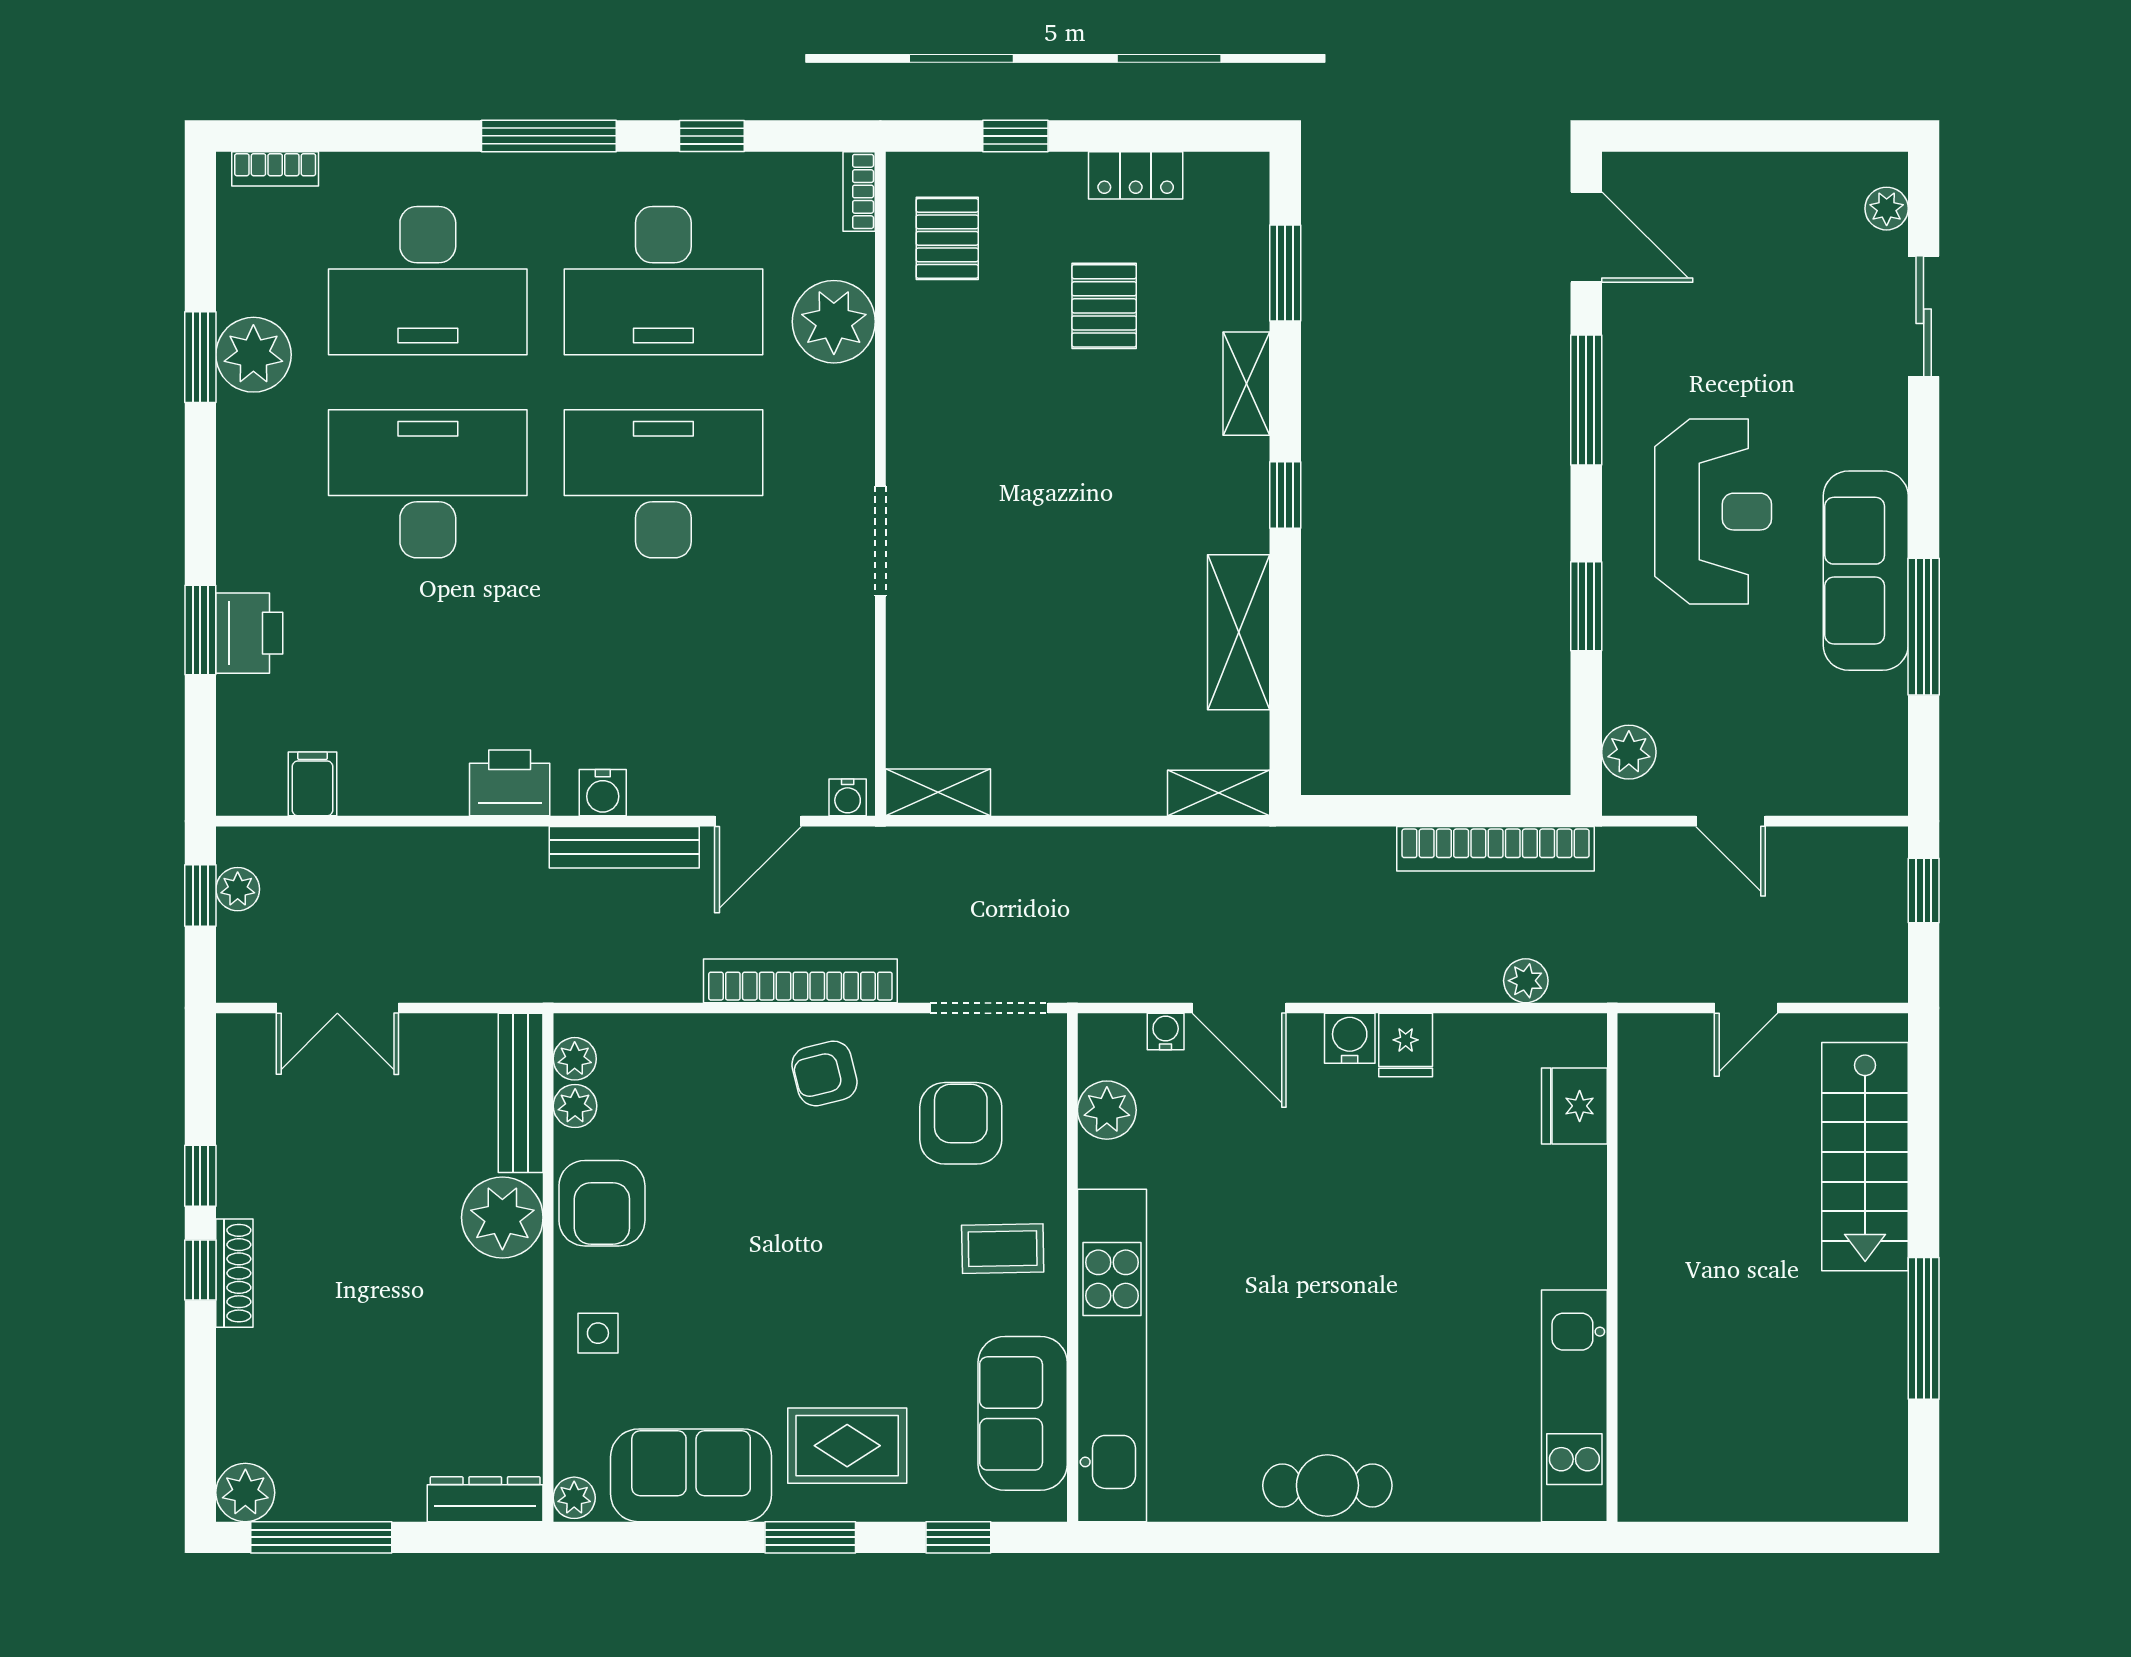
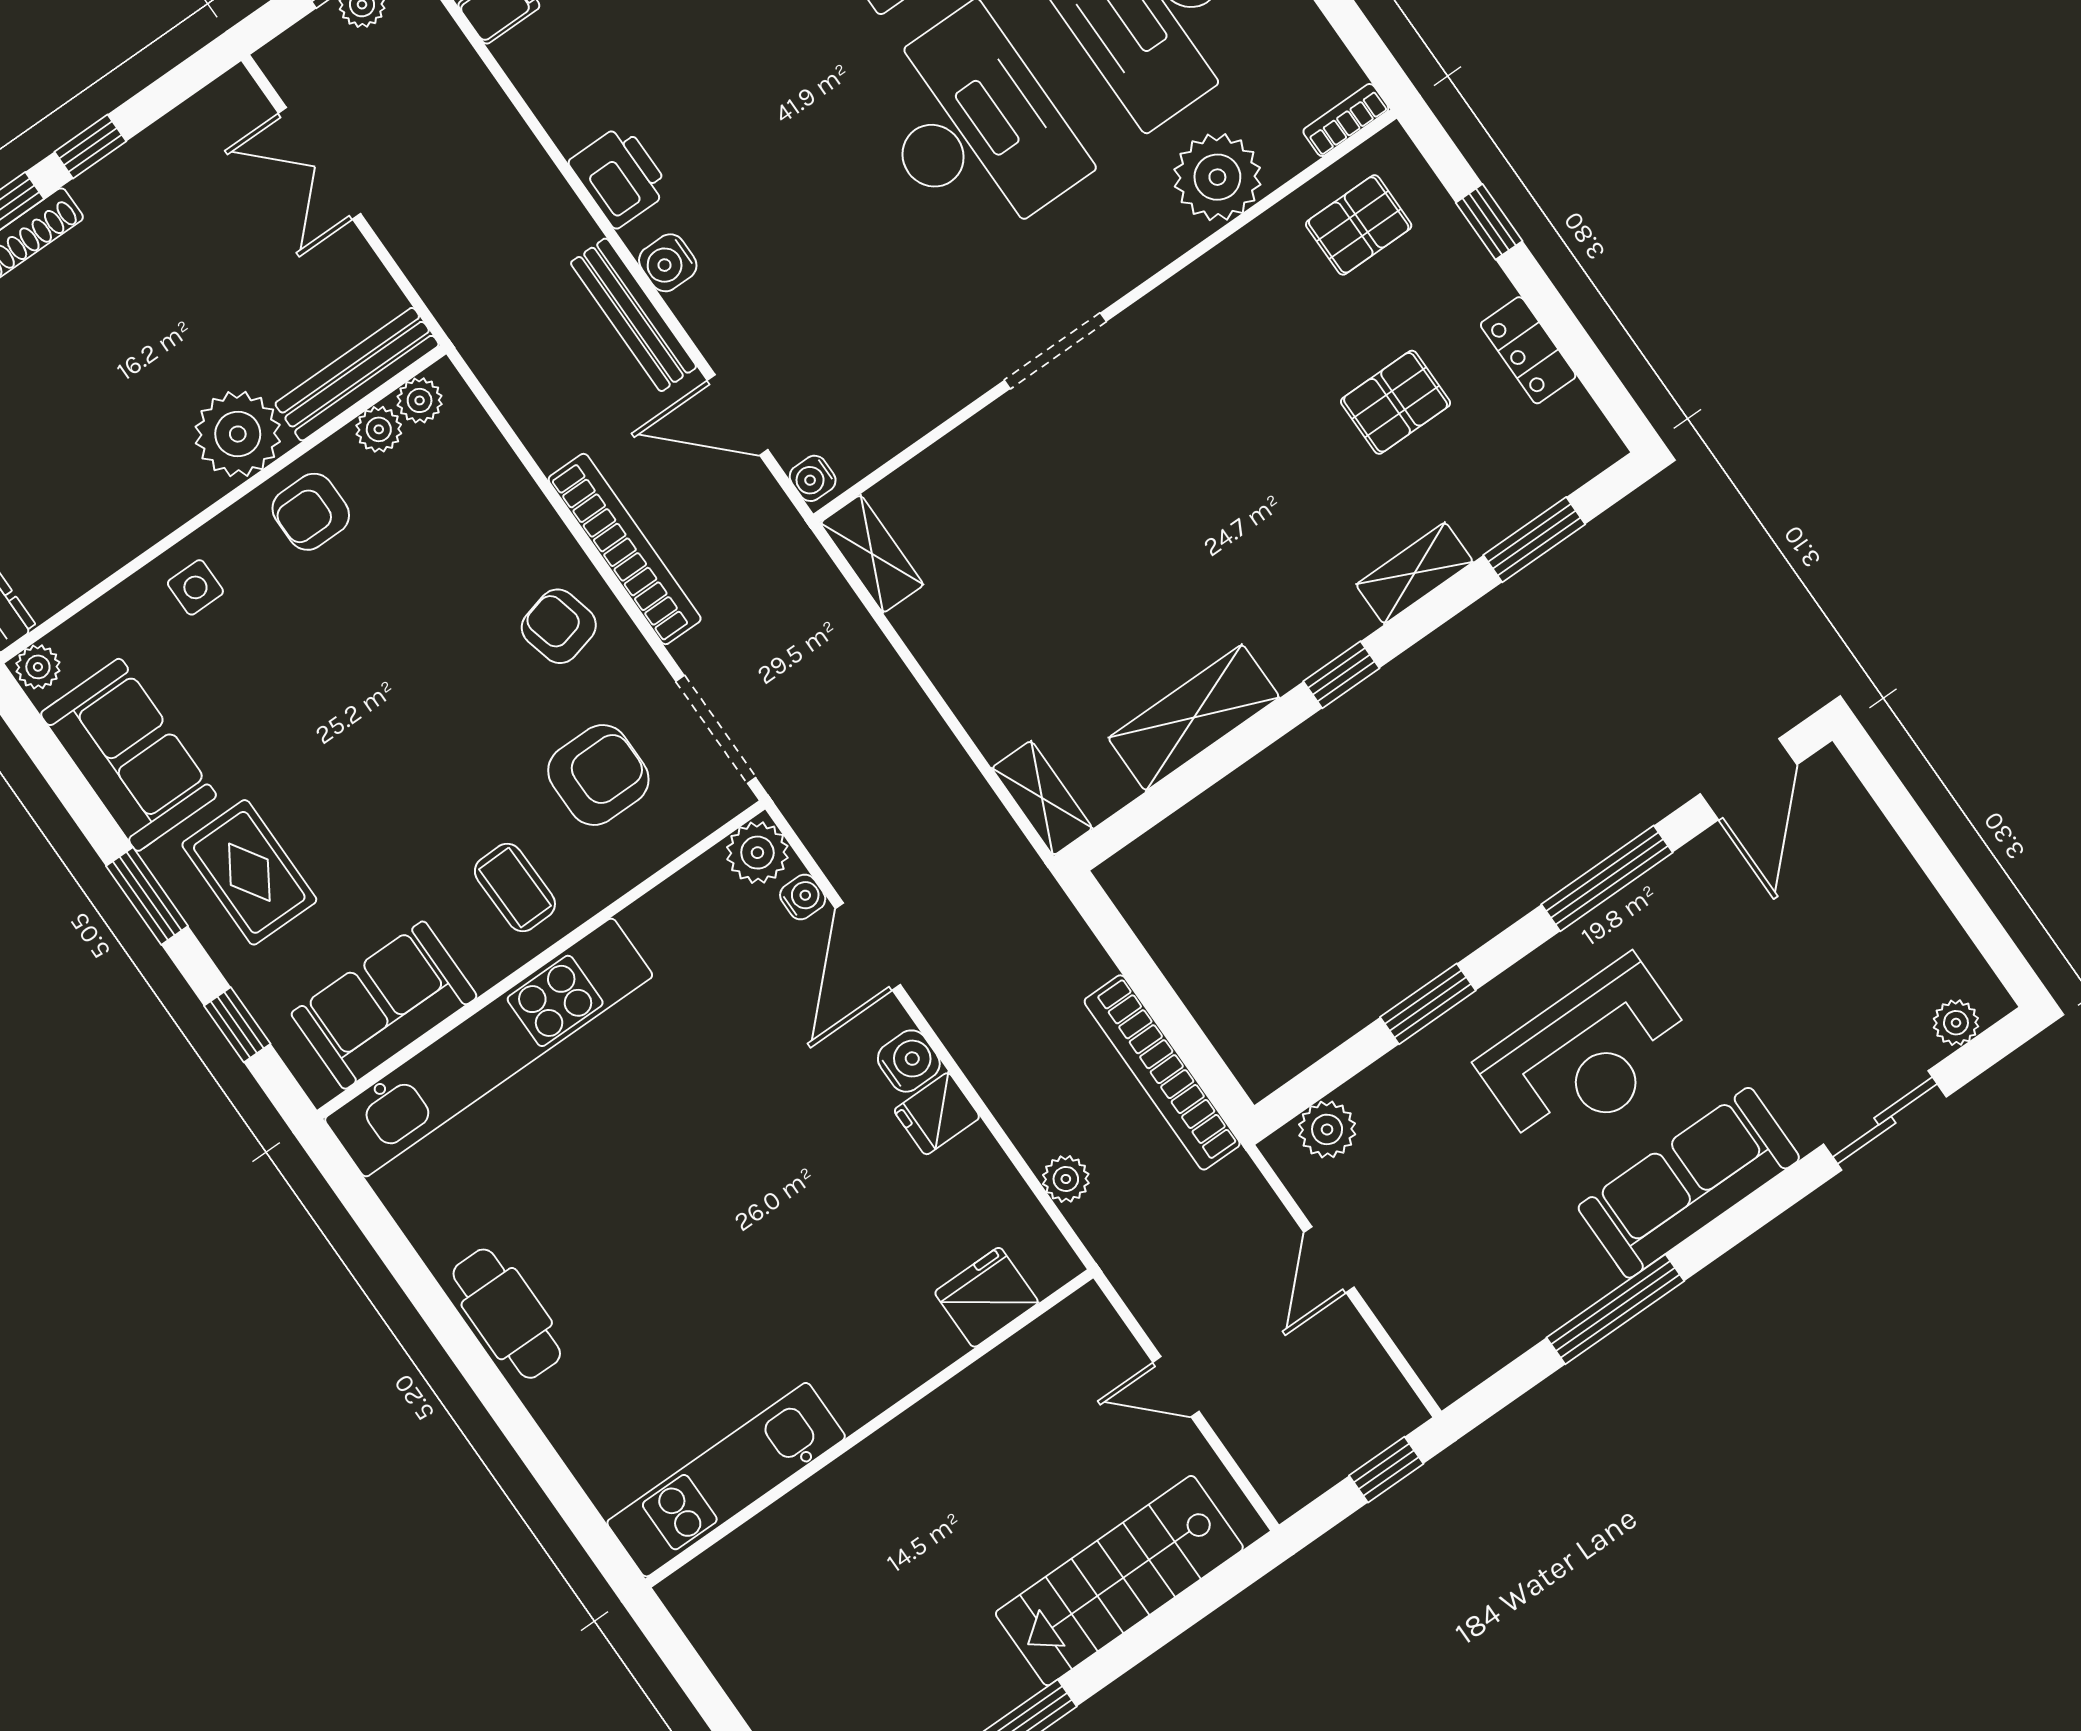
sofa: (1866, 571) -> (1689, 1183), moved
plant: (1107, 1110) -> (757, 853), moved
armchair: (602, 1203) -> (311, 512), width x0.72, depth x0.72

